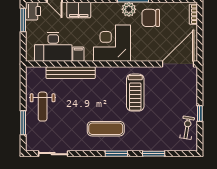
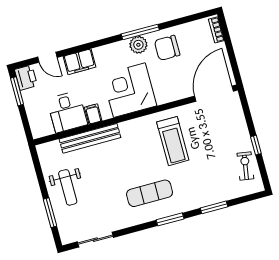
desk: (53, 47) -> (67, 112), width x0.73

